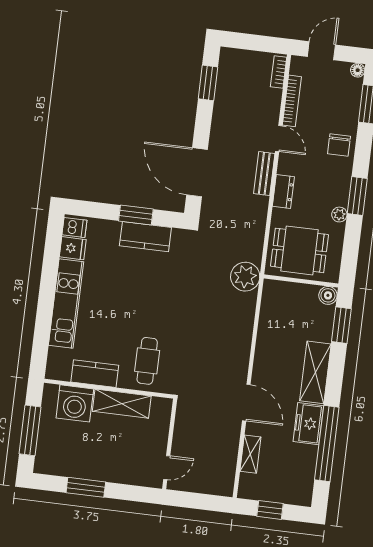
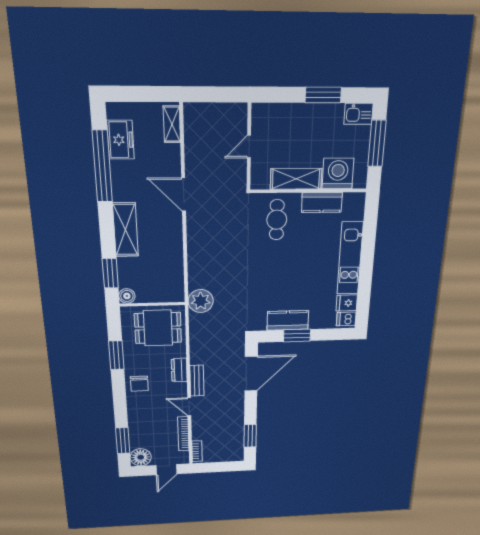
floor lamp: (358, 70) -> (141, 457), width x1.89, depth x1.89
chair: (339, 145) -> (139, 384), moved, turned 180
door: (197, 172) -> (251, 374), hinge flipped
window: (357, 196) -> (116, 355), moved
plant: (339, 215) -> (130, 360), removed
freezer: (308, 424) -> (121, 140), moved
shelving: (250, 454) -> (172, 124), moved
kitchen sink: (49, 464) -> (358, 114), added
door: (167, 468) -> (249, 147), moved
window: (270, 510) -> (145, 94), removed

